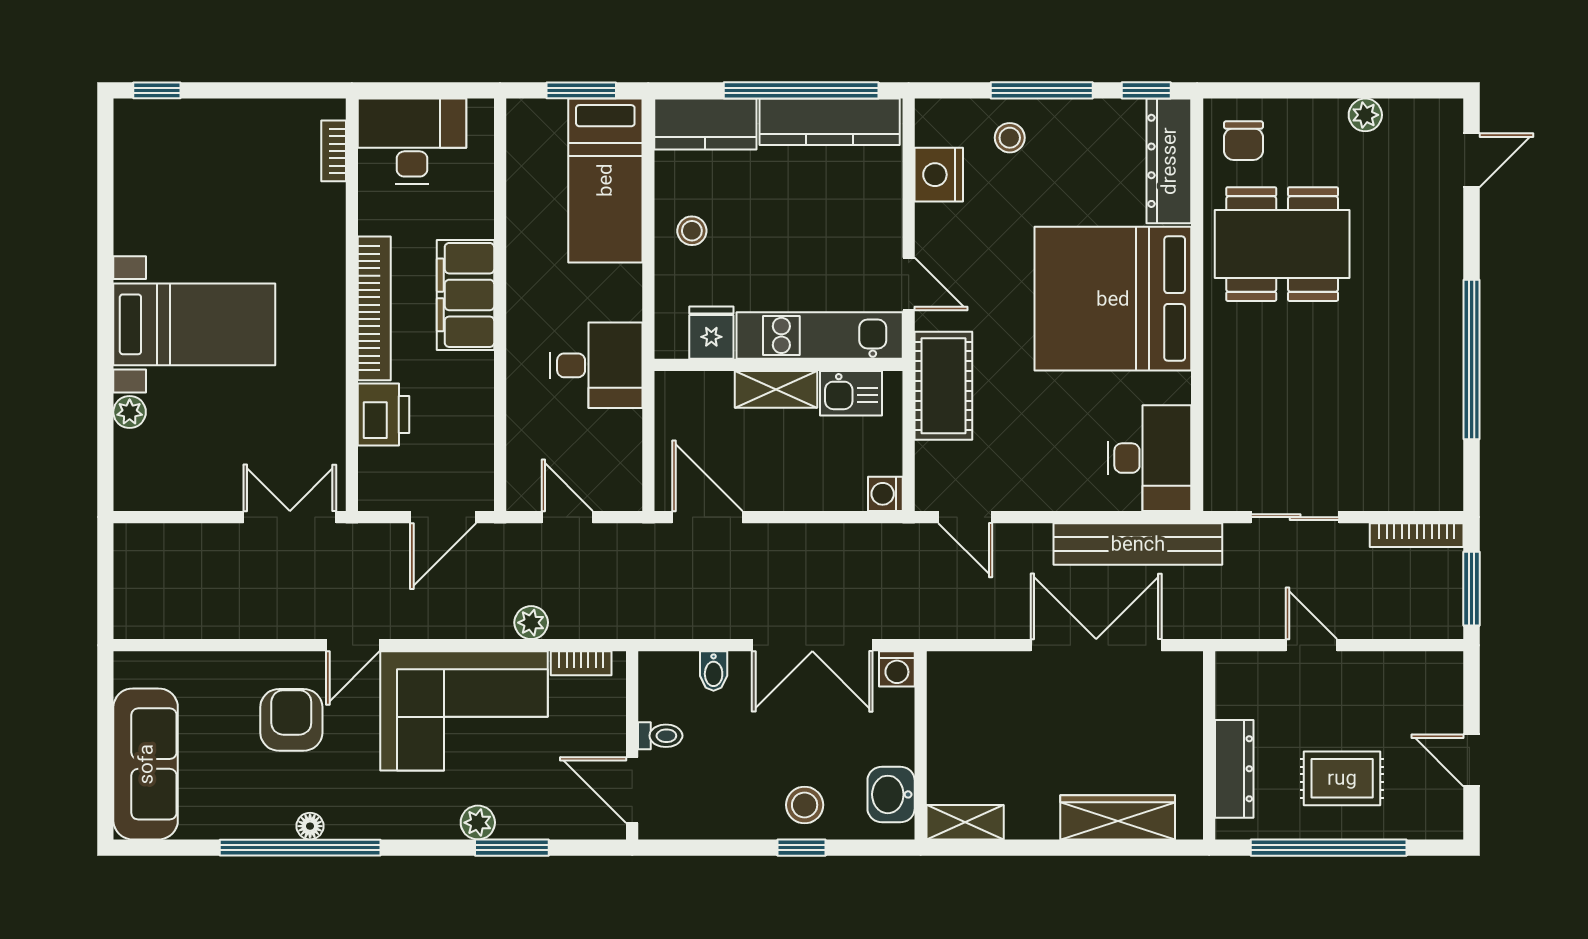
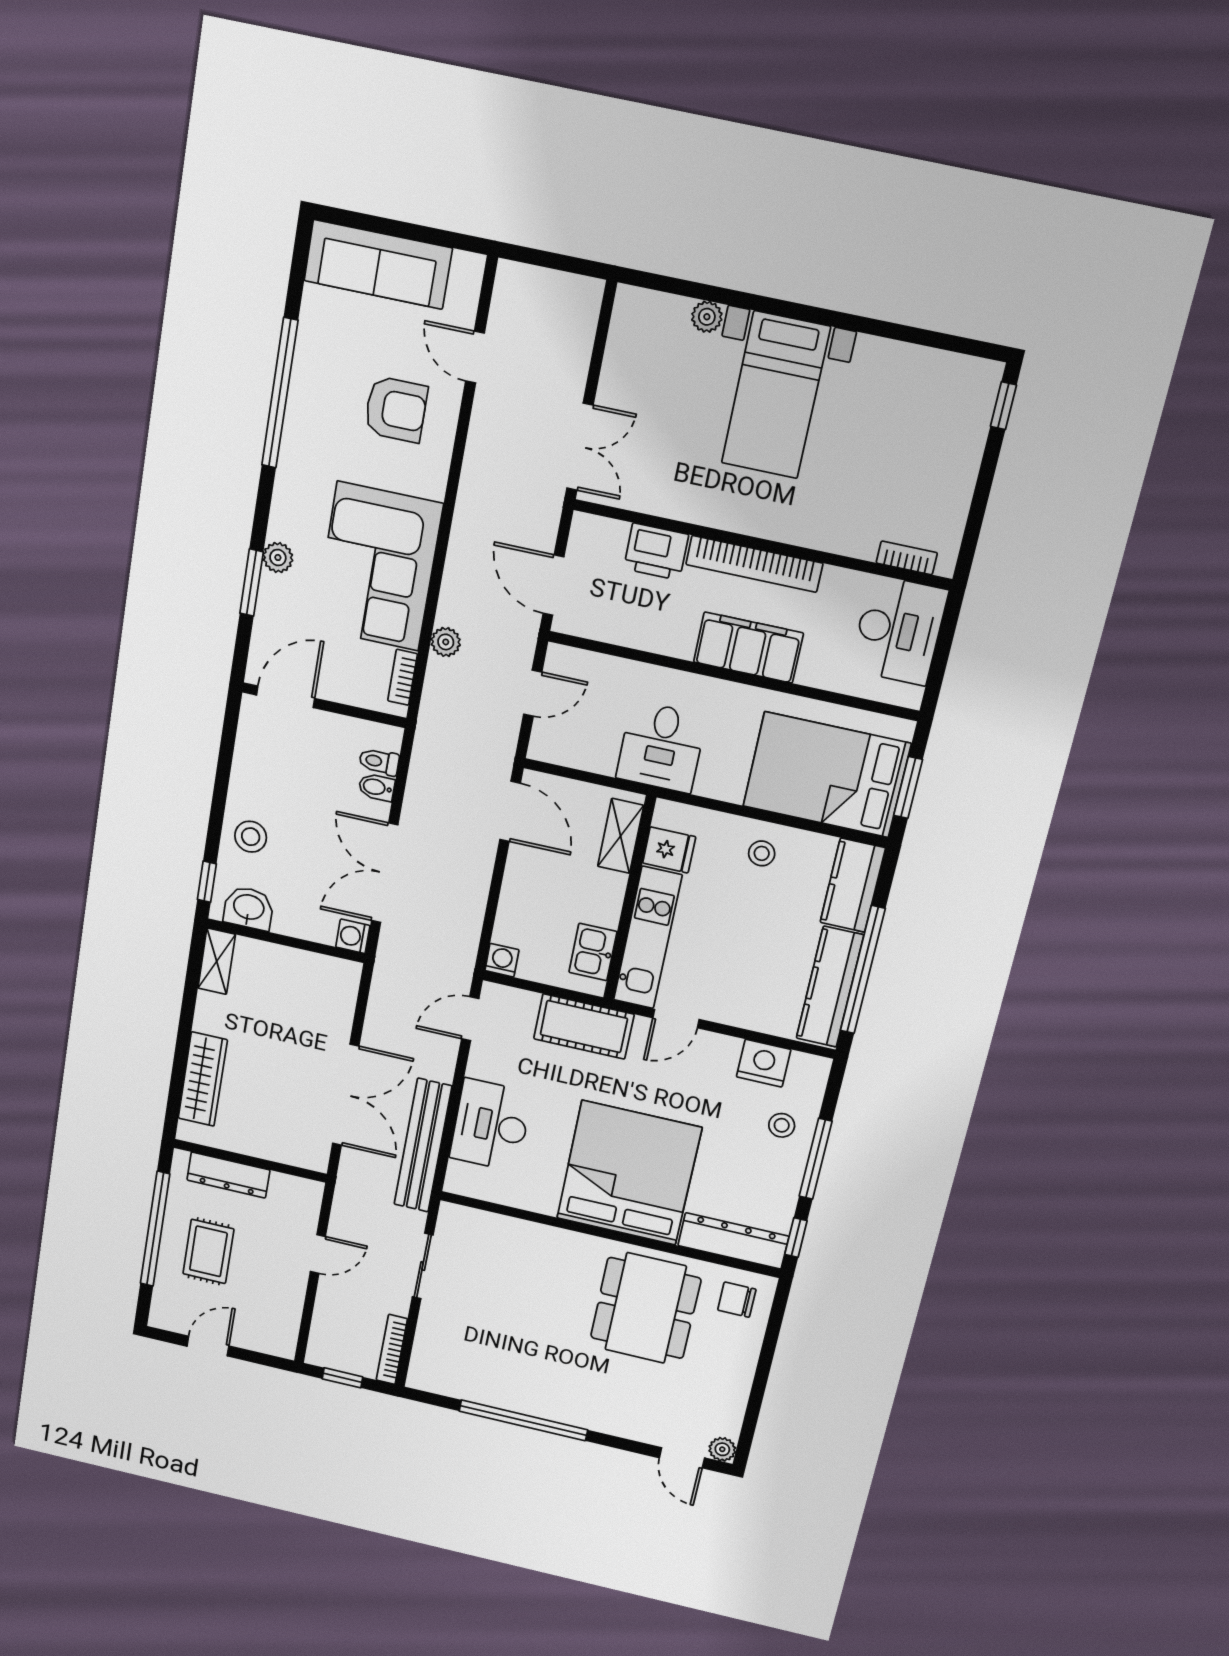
plant: (1365, 115) -> (722, 1449), moved
bed: (605, 180) -> (827, 775), width x1.50
shelving: (776, 389) -> (621, 836), moved
desk: (1149, 458) -> (491, 1125), moved, turned 90
door: (707, 517) -> (510, 811), hinge flipped
window: (1471, 589) -> (342, 1378), width x0.67
door: (353, 645) -> (475, 357), moved
toilet: (660, 736) -> (379, 762), moved, turned 90
floor lamp: (310, 826) -> (298, 406), removed
window: (802, 848) -> (207, 882), moved

